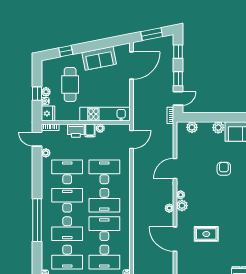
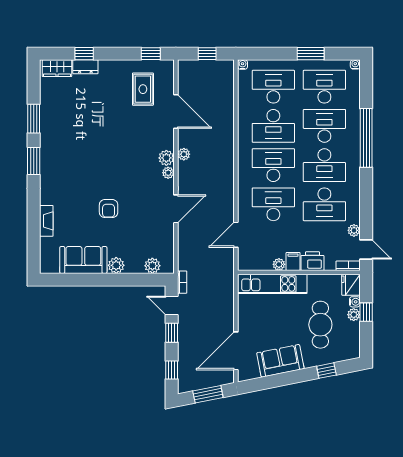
door: (178, 98) -> (172, 305), hinge flipped
door: (131, 139) -> (236, 235), moved
desk: (104, 172) -> (273, 204), turned 180
rug: (206, 234) -> (143, 89), moved, turned 90

